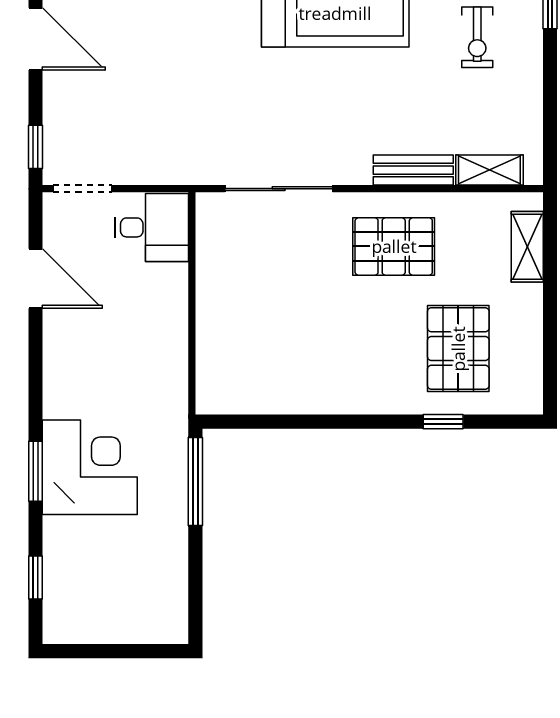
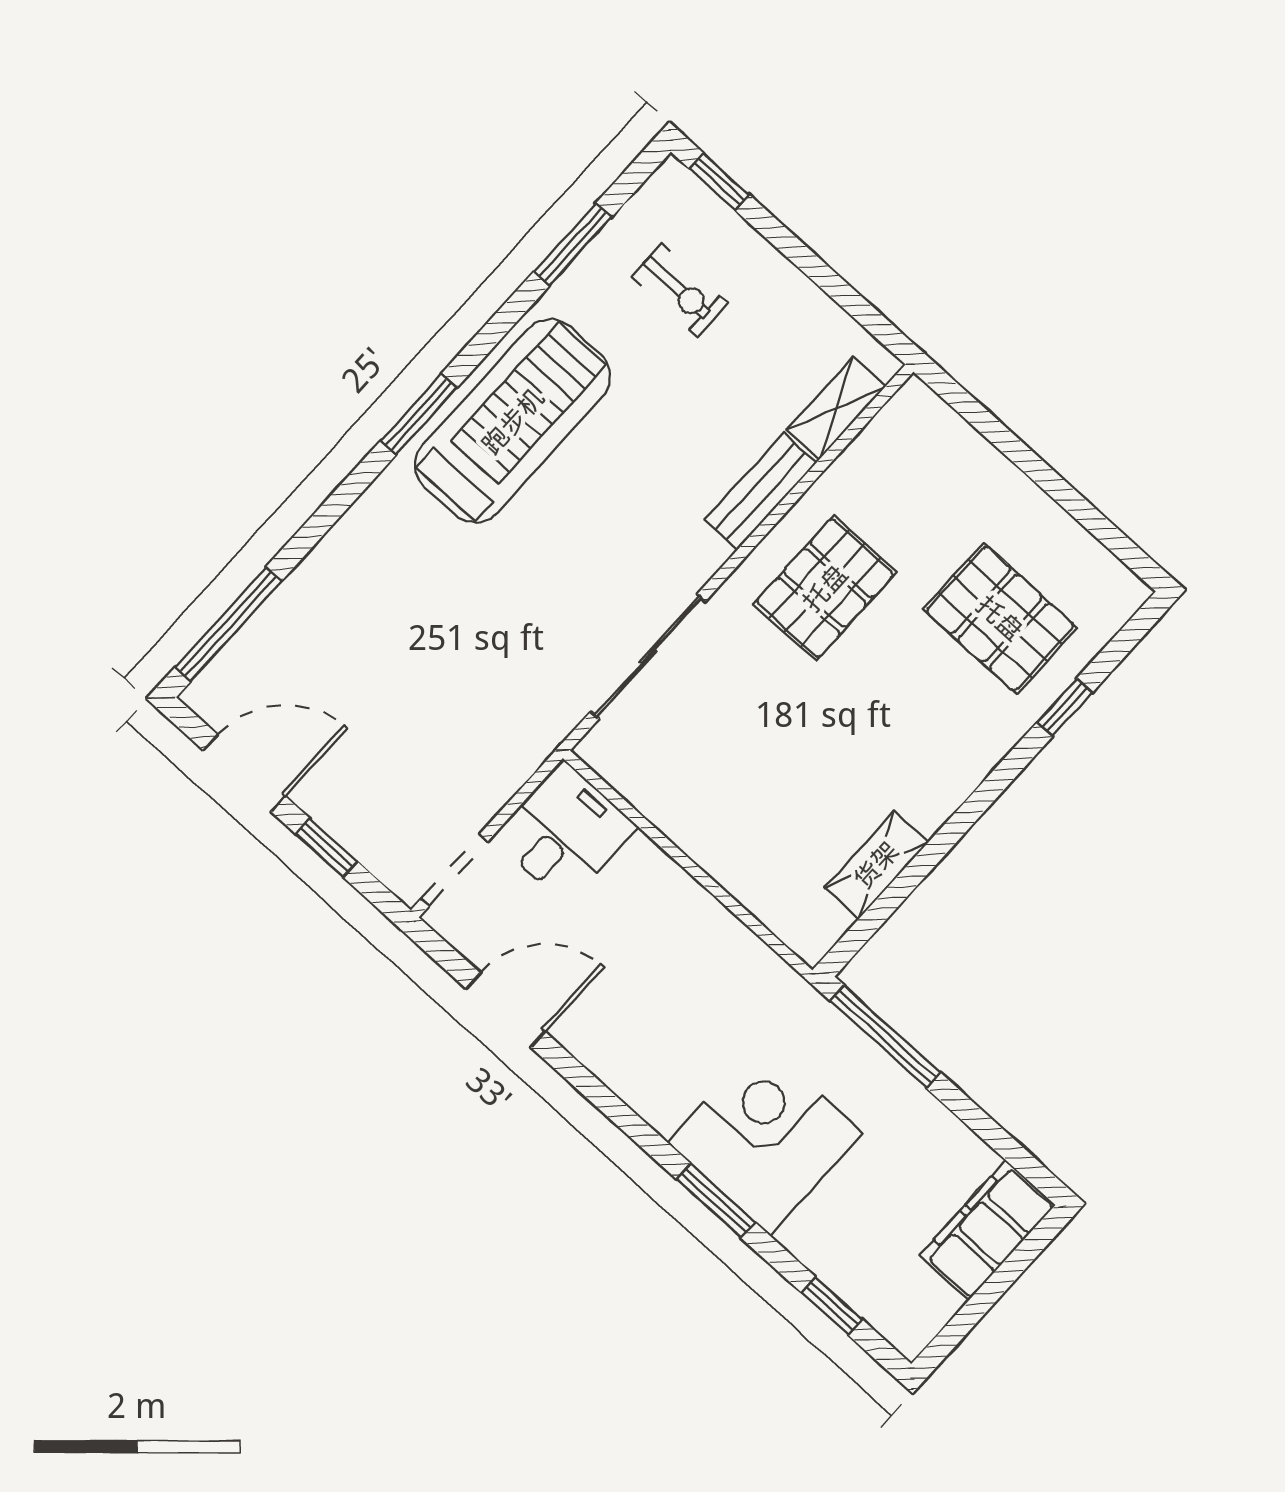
window: (35, 147) -> (327, 848), moved
shelving: (527, 247) -> (876, 865), moved, turned 90
filing cabinet: (145, 621) -> (987, 1230), added

